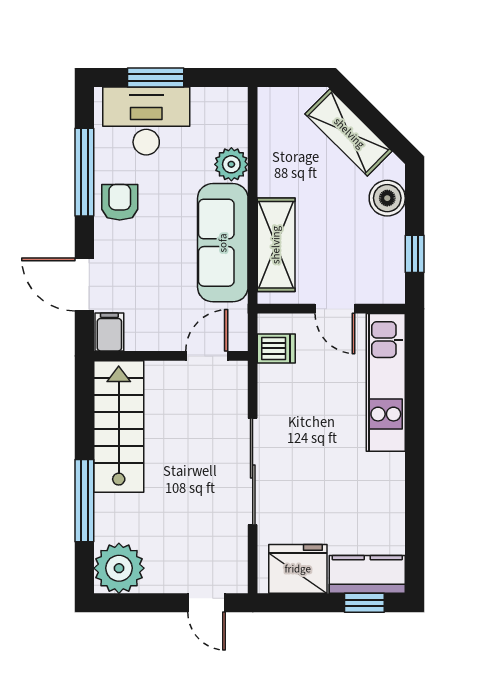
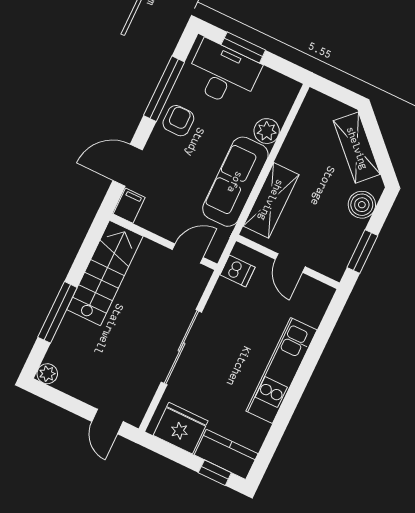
window: (415, 254) -> (362, 252), width x1.50
door: (84, 285) -> (128, 165), hinge flipped
kitchen unit: (386, 382) -> (282, 371), moved
plant: (119, 568) -> (47, 374), width x0.53, depth x0.53

